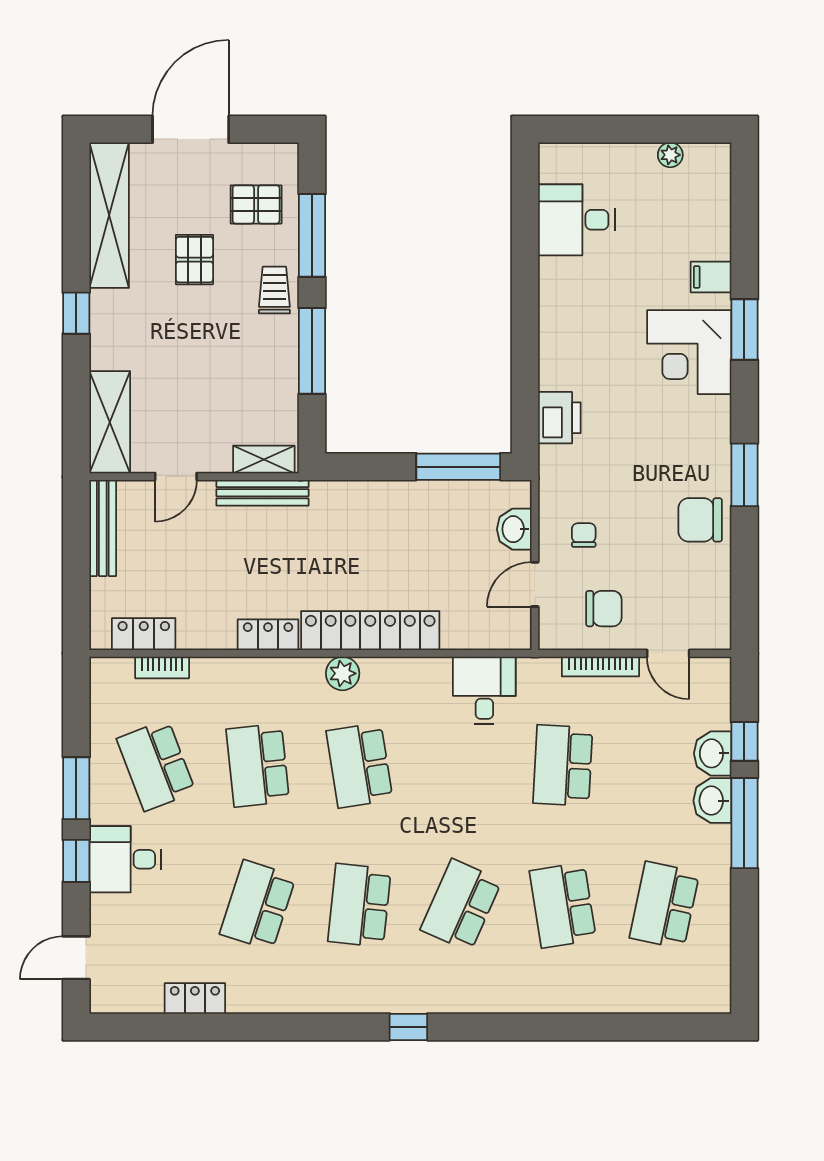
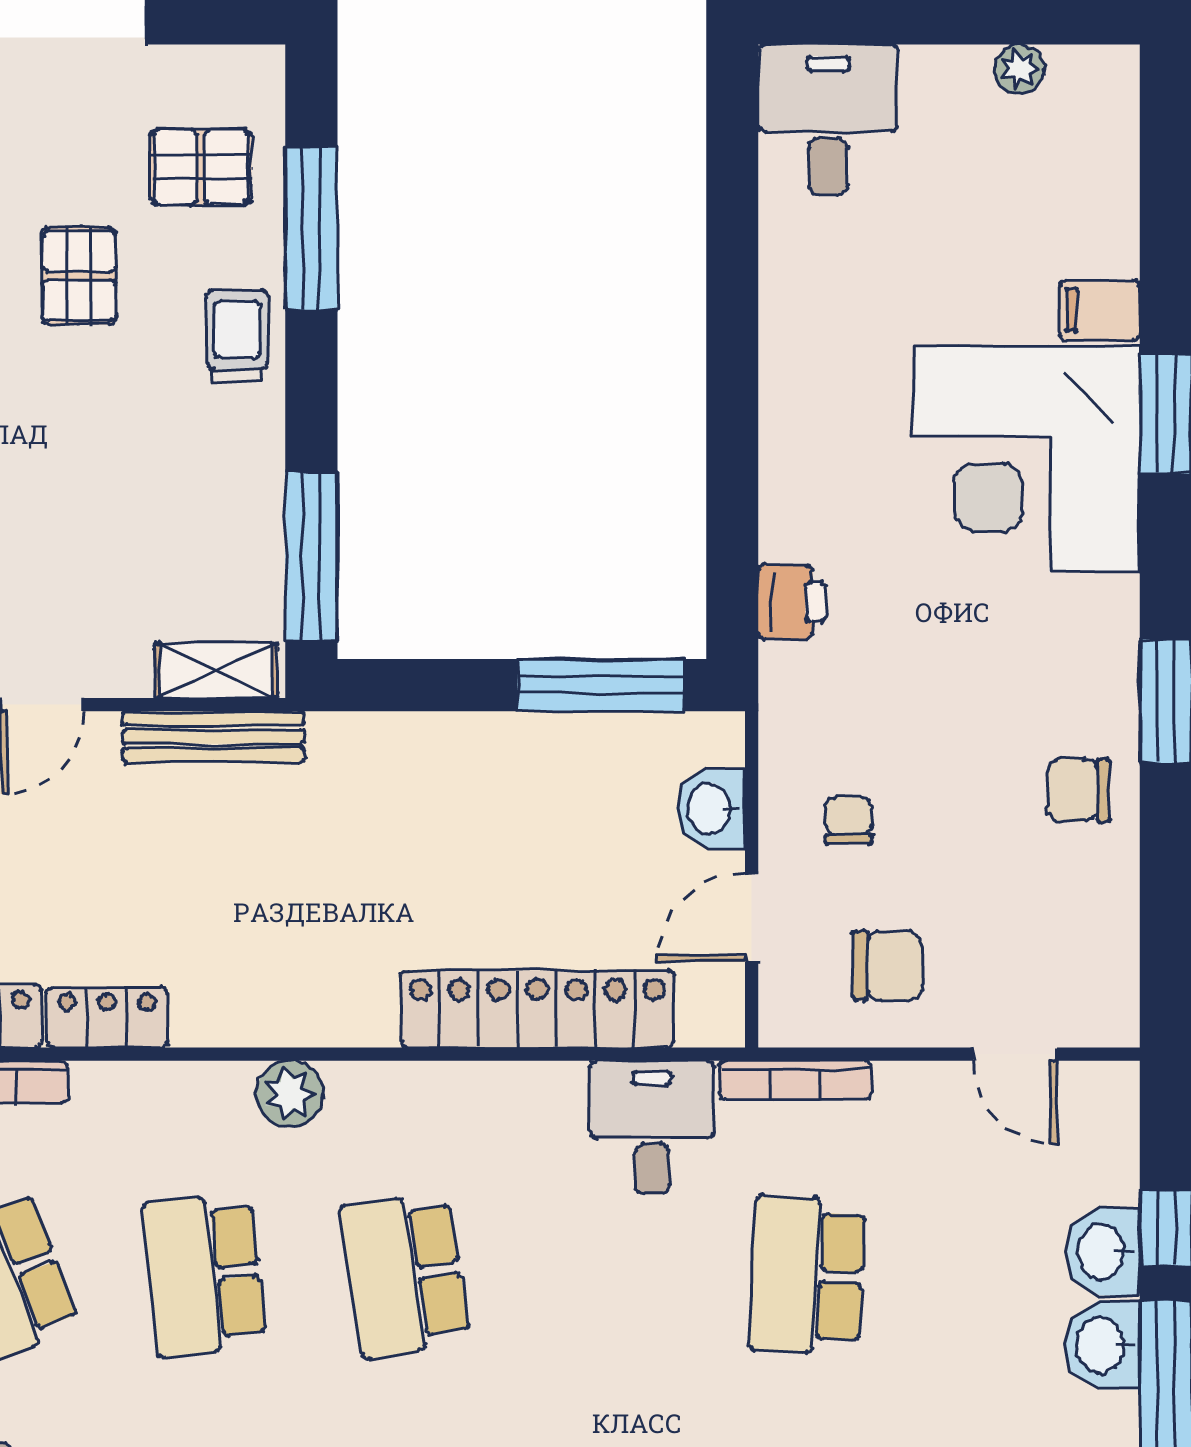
desk: (576, 220) -> (828, 120), moved, turned 90
window: (312, 351) -> (311, 557), moved
corner desk: (689, 352) -> (1027, 459), width x1.36, depth x1.36
printer: (559, 418) -> (792, 602), width x0.73, depth x0.81
chair: (700, 520) -> (1078, 790), width x0.73, depth x0.73
locker: (370, 631) -> (537, 1009), moved
locker: (268, 635) -> (107, 1017), moved
bookcase: (600, 667) -> (795, 1080), moved
plant: (343, 673) -> (290, 1094), moved

